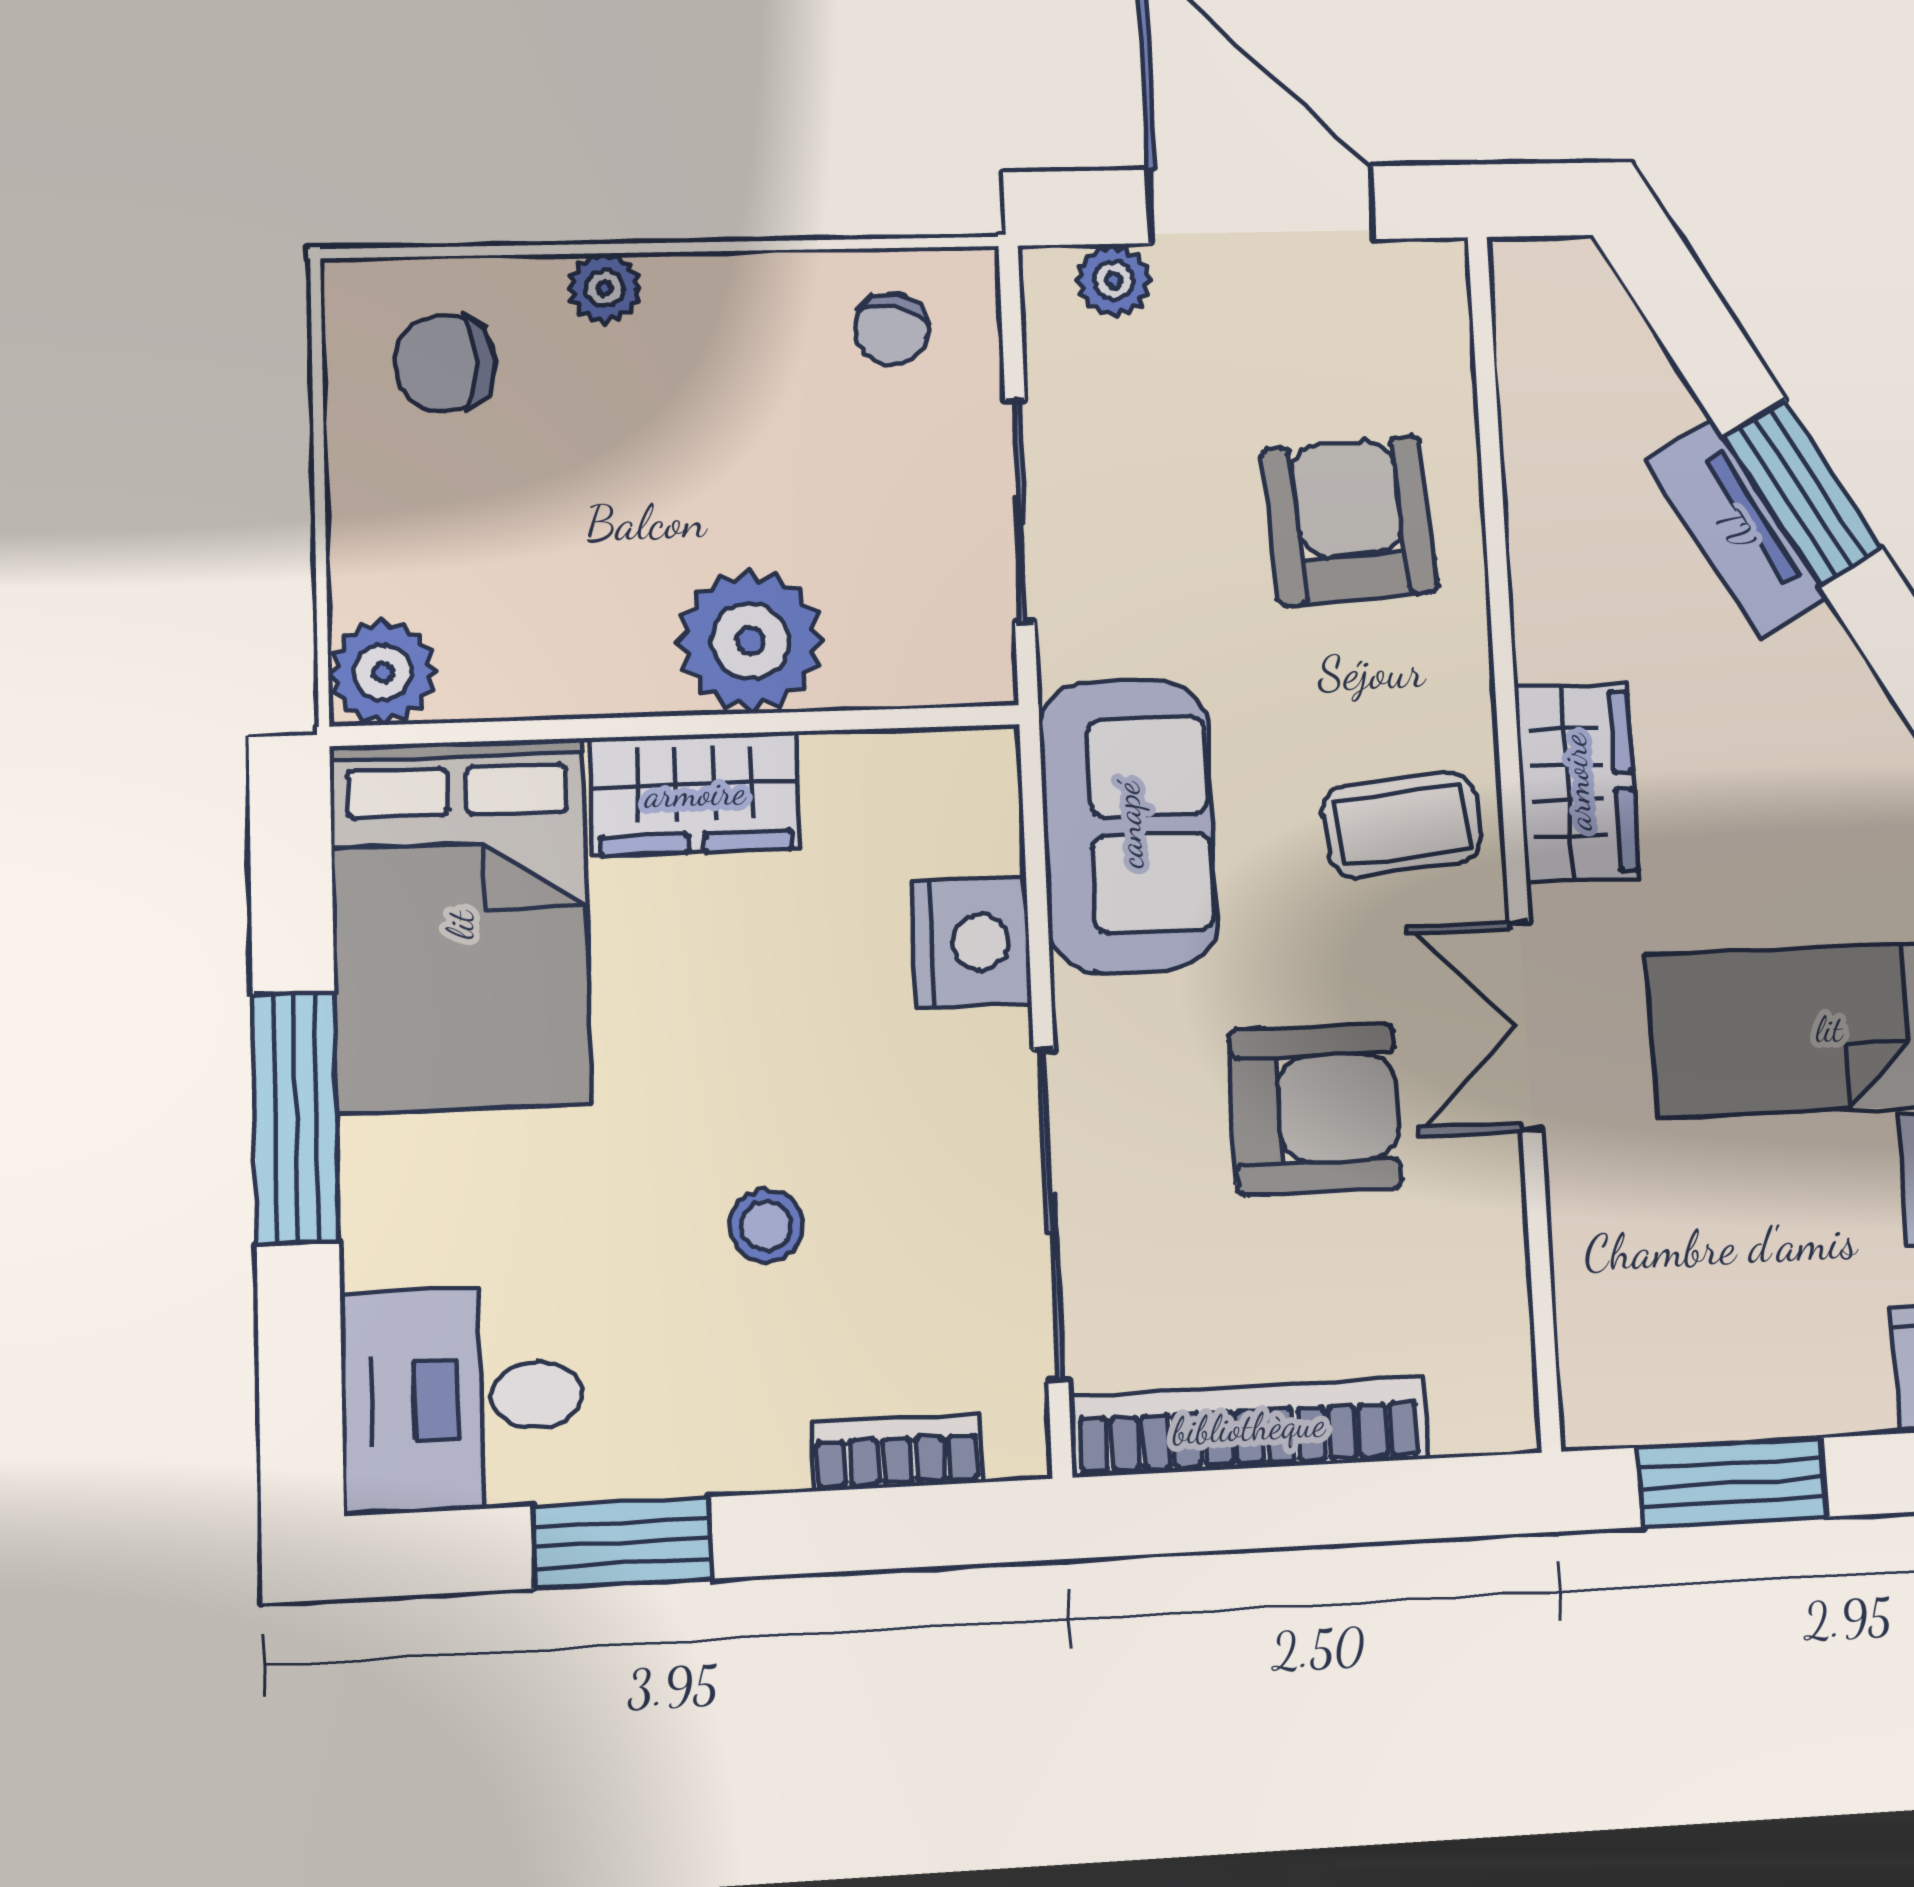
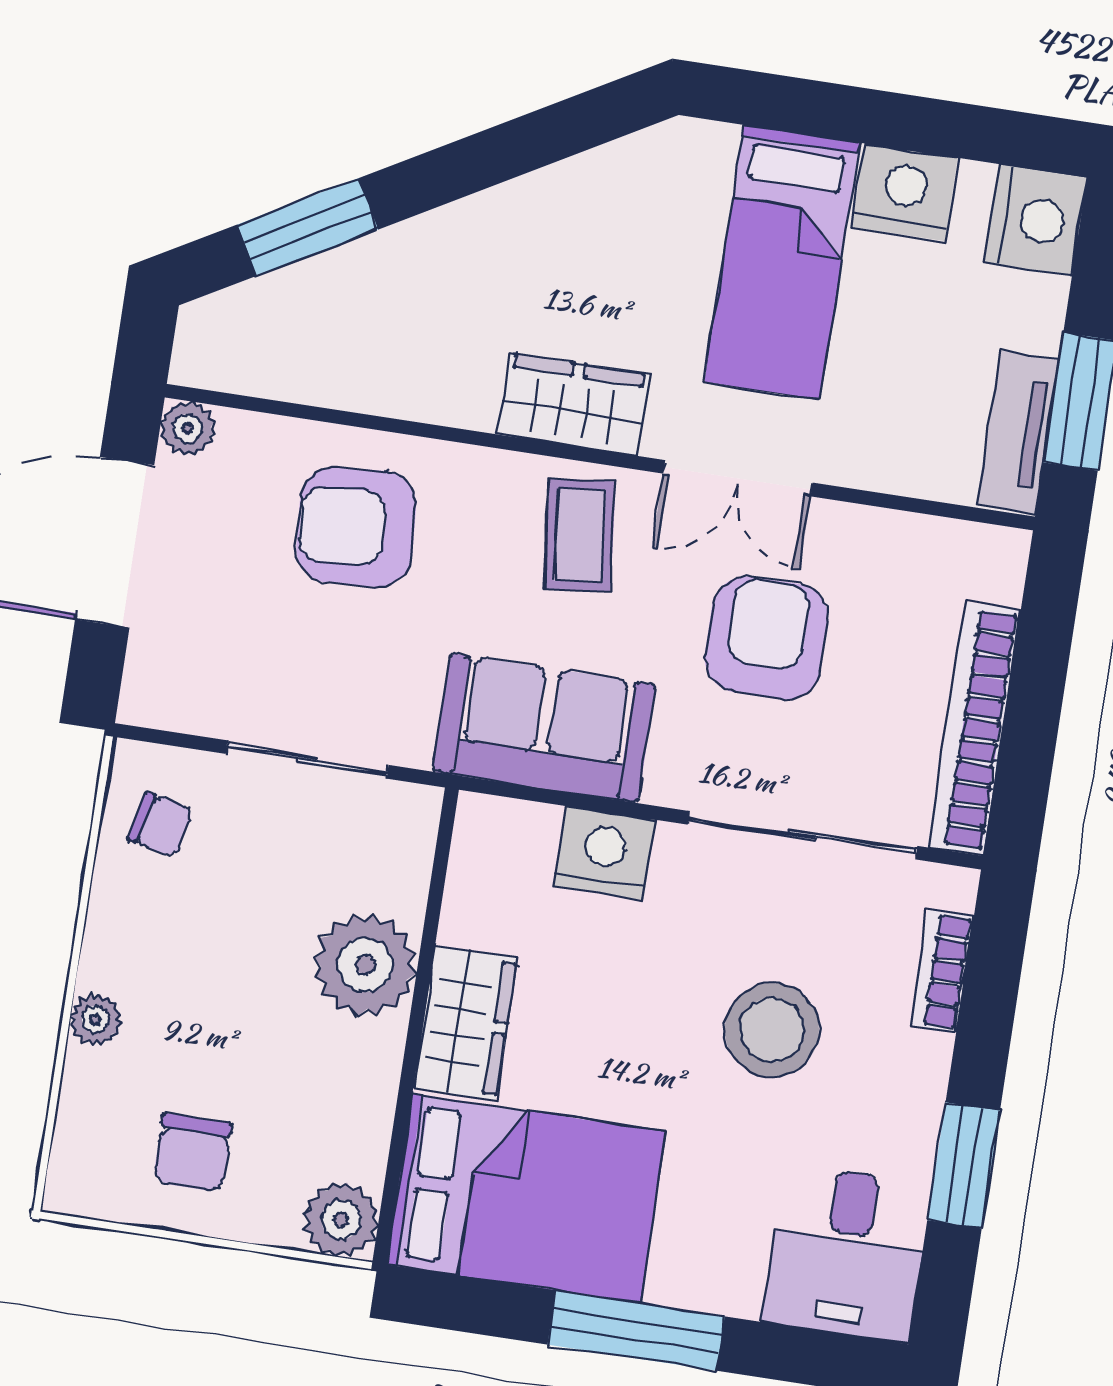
plant: (1114, 280) -> (187, 428), moved
chair: (445, 363) -> (193, 1153), moved
window: (1803, 492) -> (308, 227), moved
tv unit: (1736, 529) -> (1018, 432), moved, turned 120
stool: (766, 1226) -> (772, 1030), width x1.89, depth x1.89

